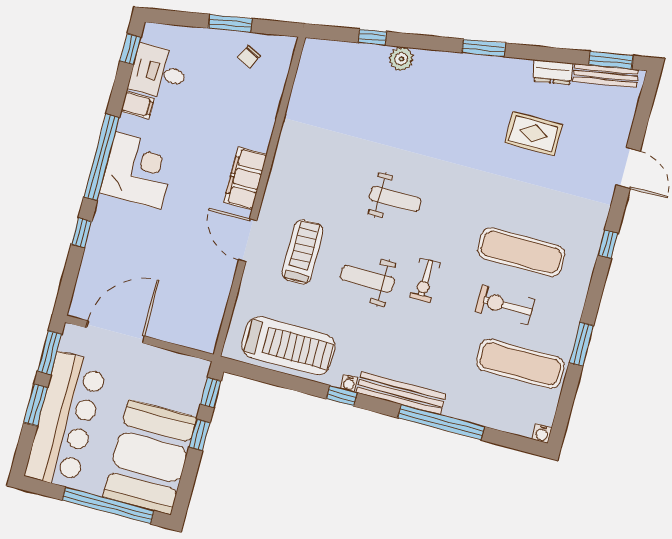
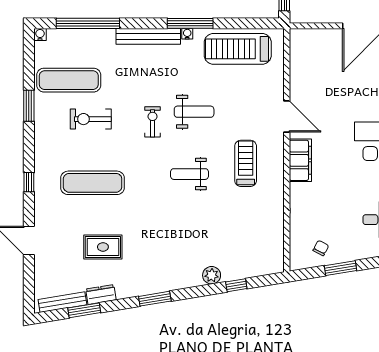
window: (611, 60) -> (84, 310), moved
treadmill: (303, 252) -> (246, 163), moved, turned 180
exercise mat: (521, 252) -> (93, 183), moved
exercise bike: (505, 305) -> (91, 119), turned 180
window: (342, 396) -> (190, 23), width x2.17
window: (441, 422) -> (88, 23), moved

